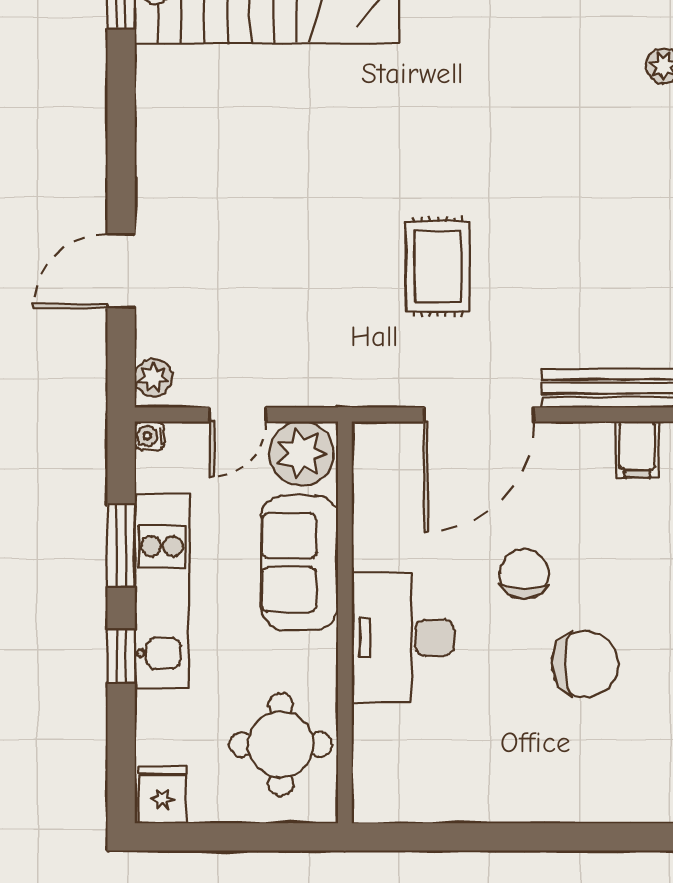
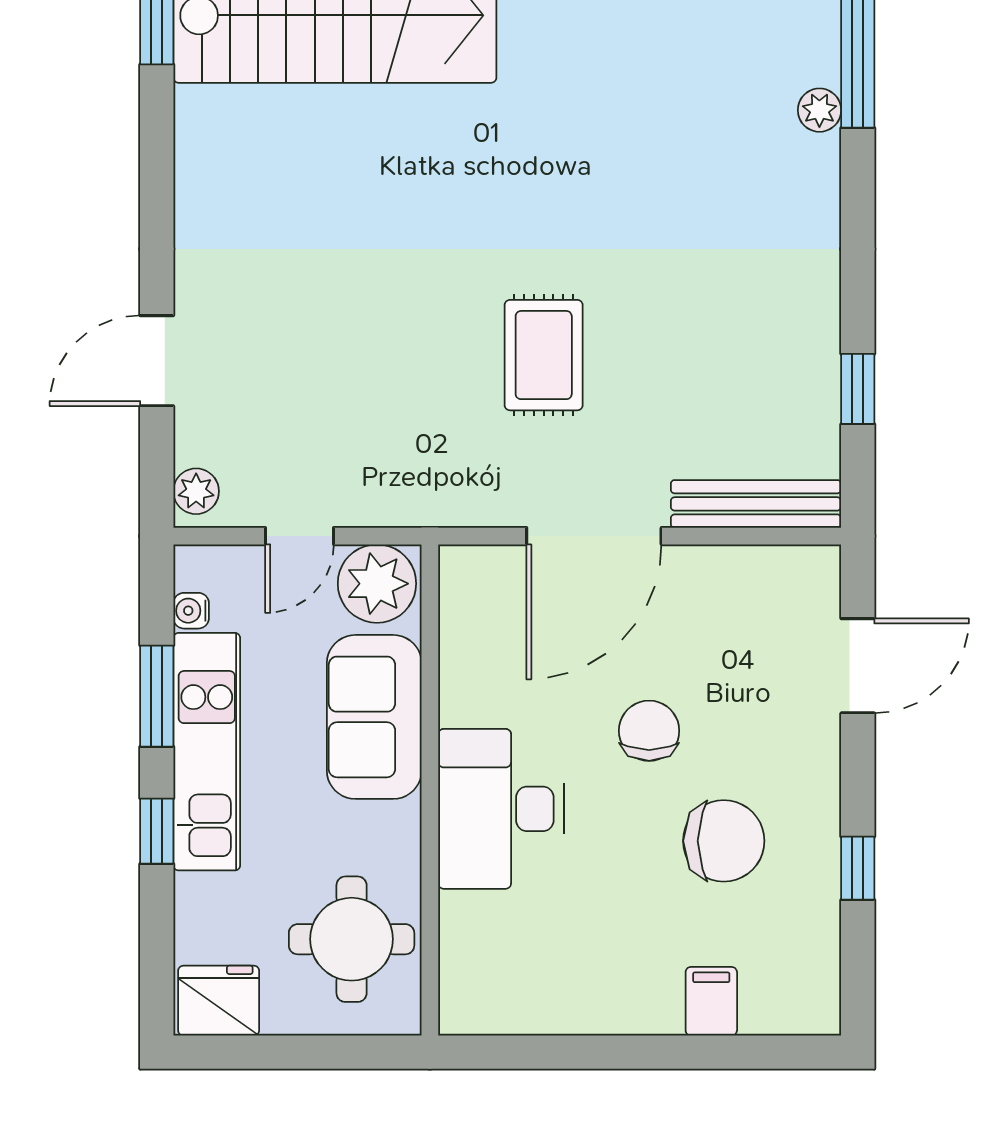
water cooler: (149, 436) -> (191, 611), moved
filing cabinet: (637, 449) -> (711, 1001), moved, turned 180
fridge: (163, 795) -> (219, 1001), width x1.38

